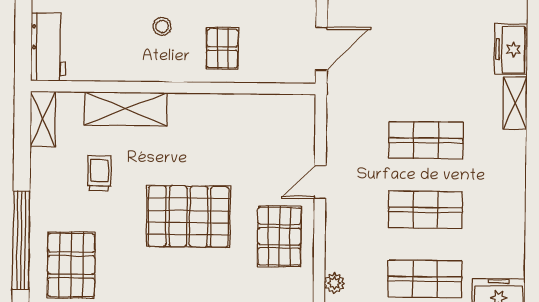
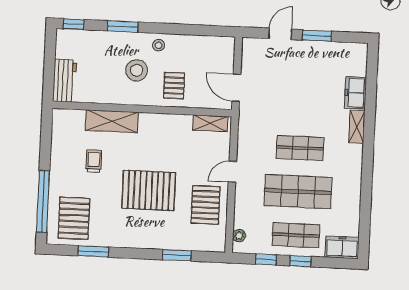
stool: (162, 27) -> (137, 70), width x1.89, depth x1.89
door: (322, 49) -> (236, 88), swing flipped
shelving: (43, 119) -> (210, 123), moved, turned 90
shop shelf: (425, 210) -> (298, 192), width x1.43, depth x1.36

